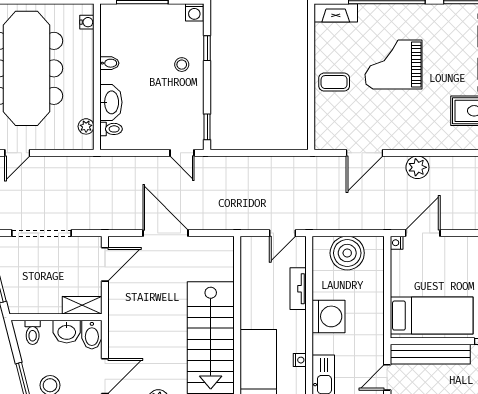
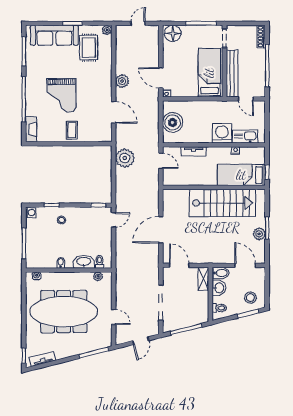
plant: (287, 172) -> (125, 158), added
washing machine: (329, 316) -> (222, 133), moved

